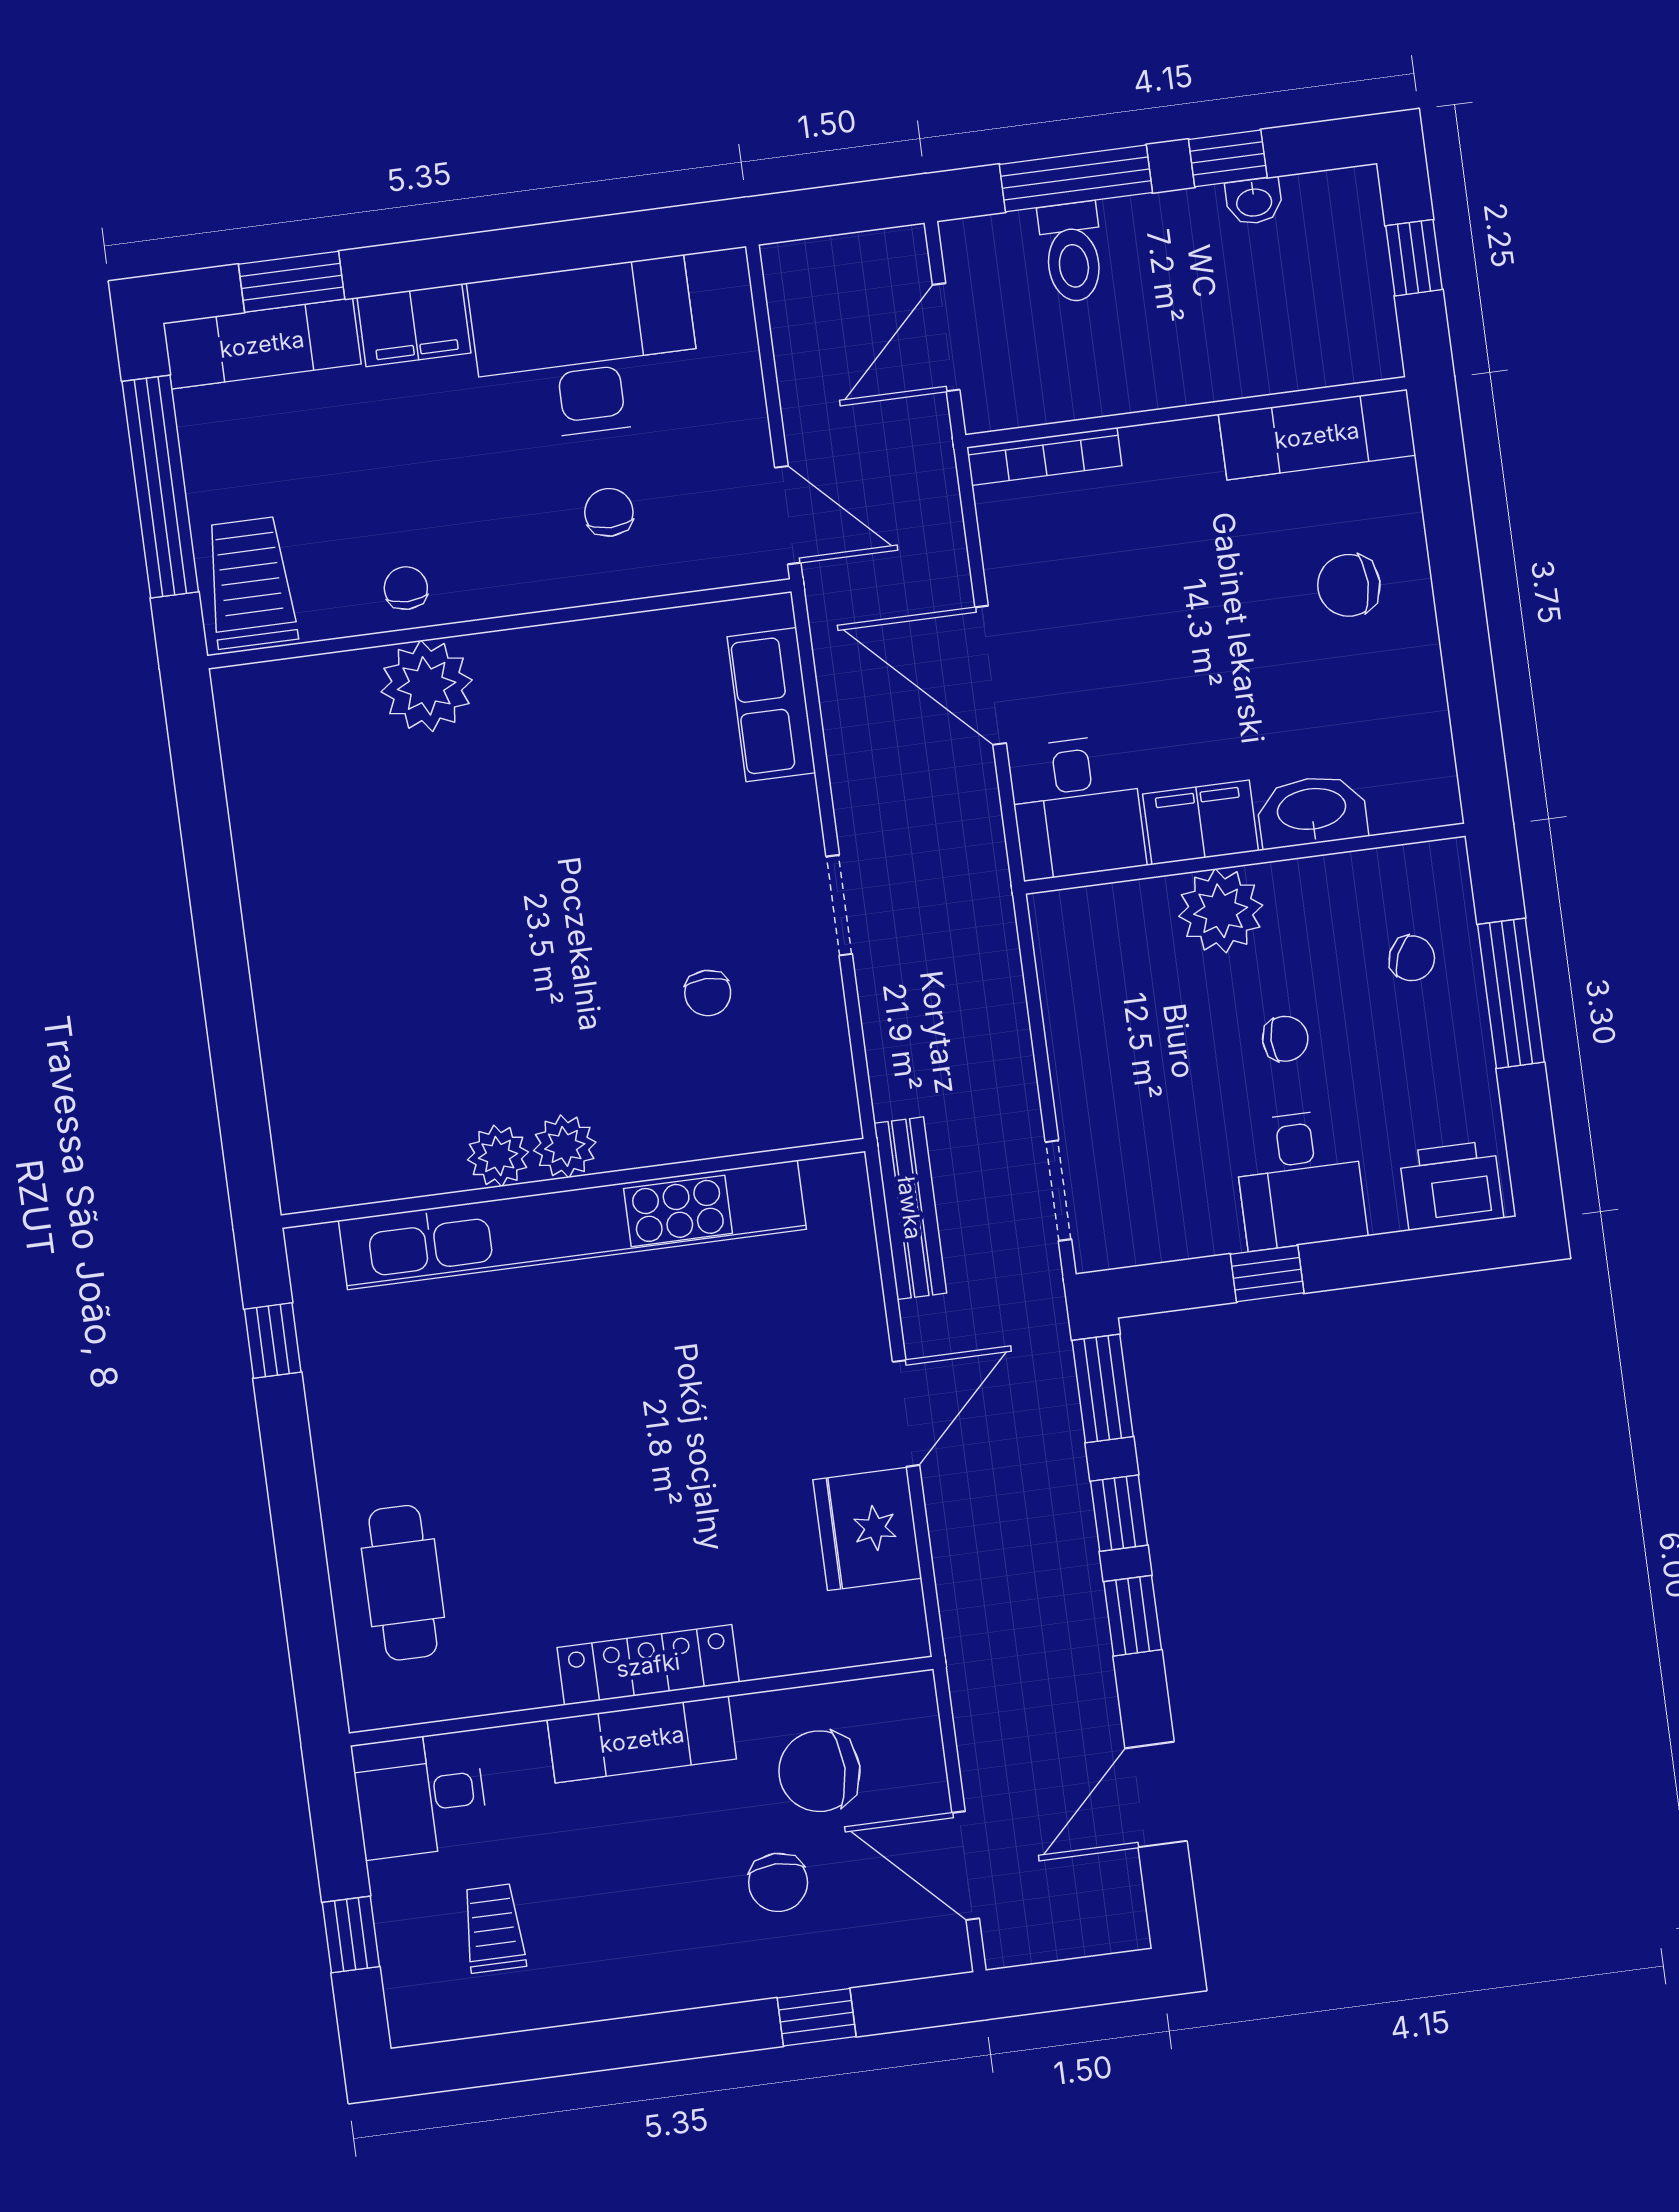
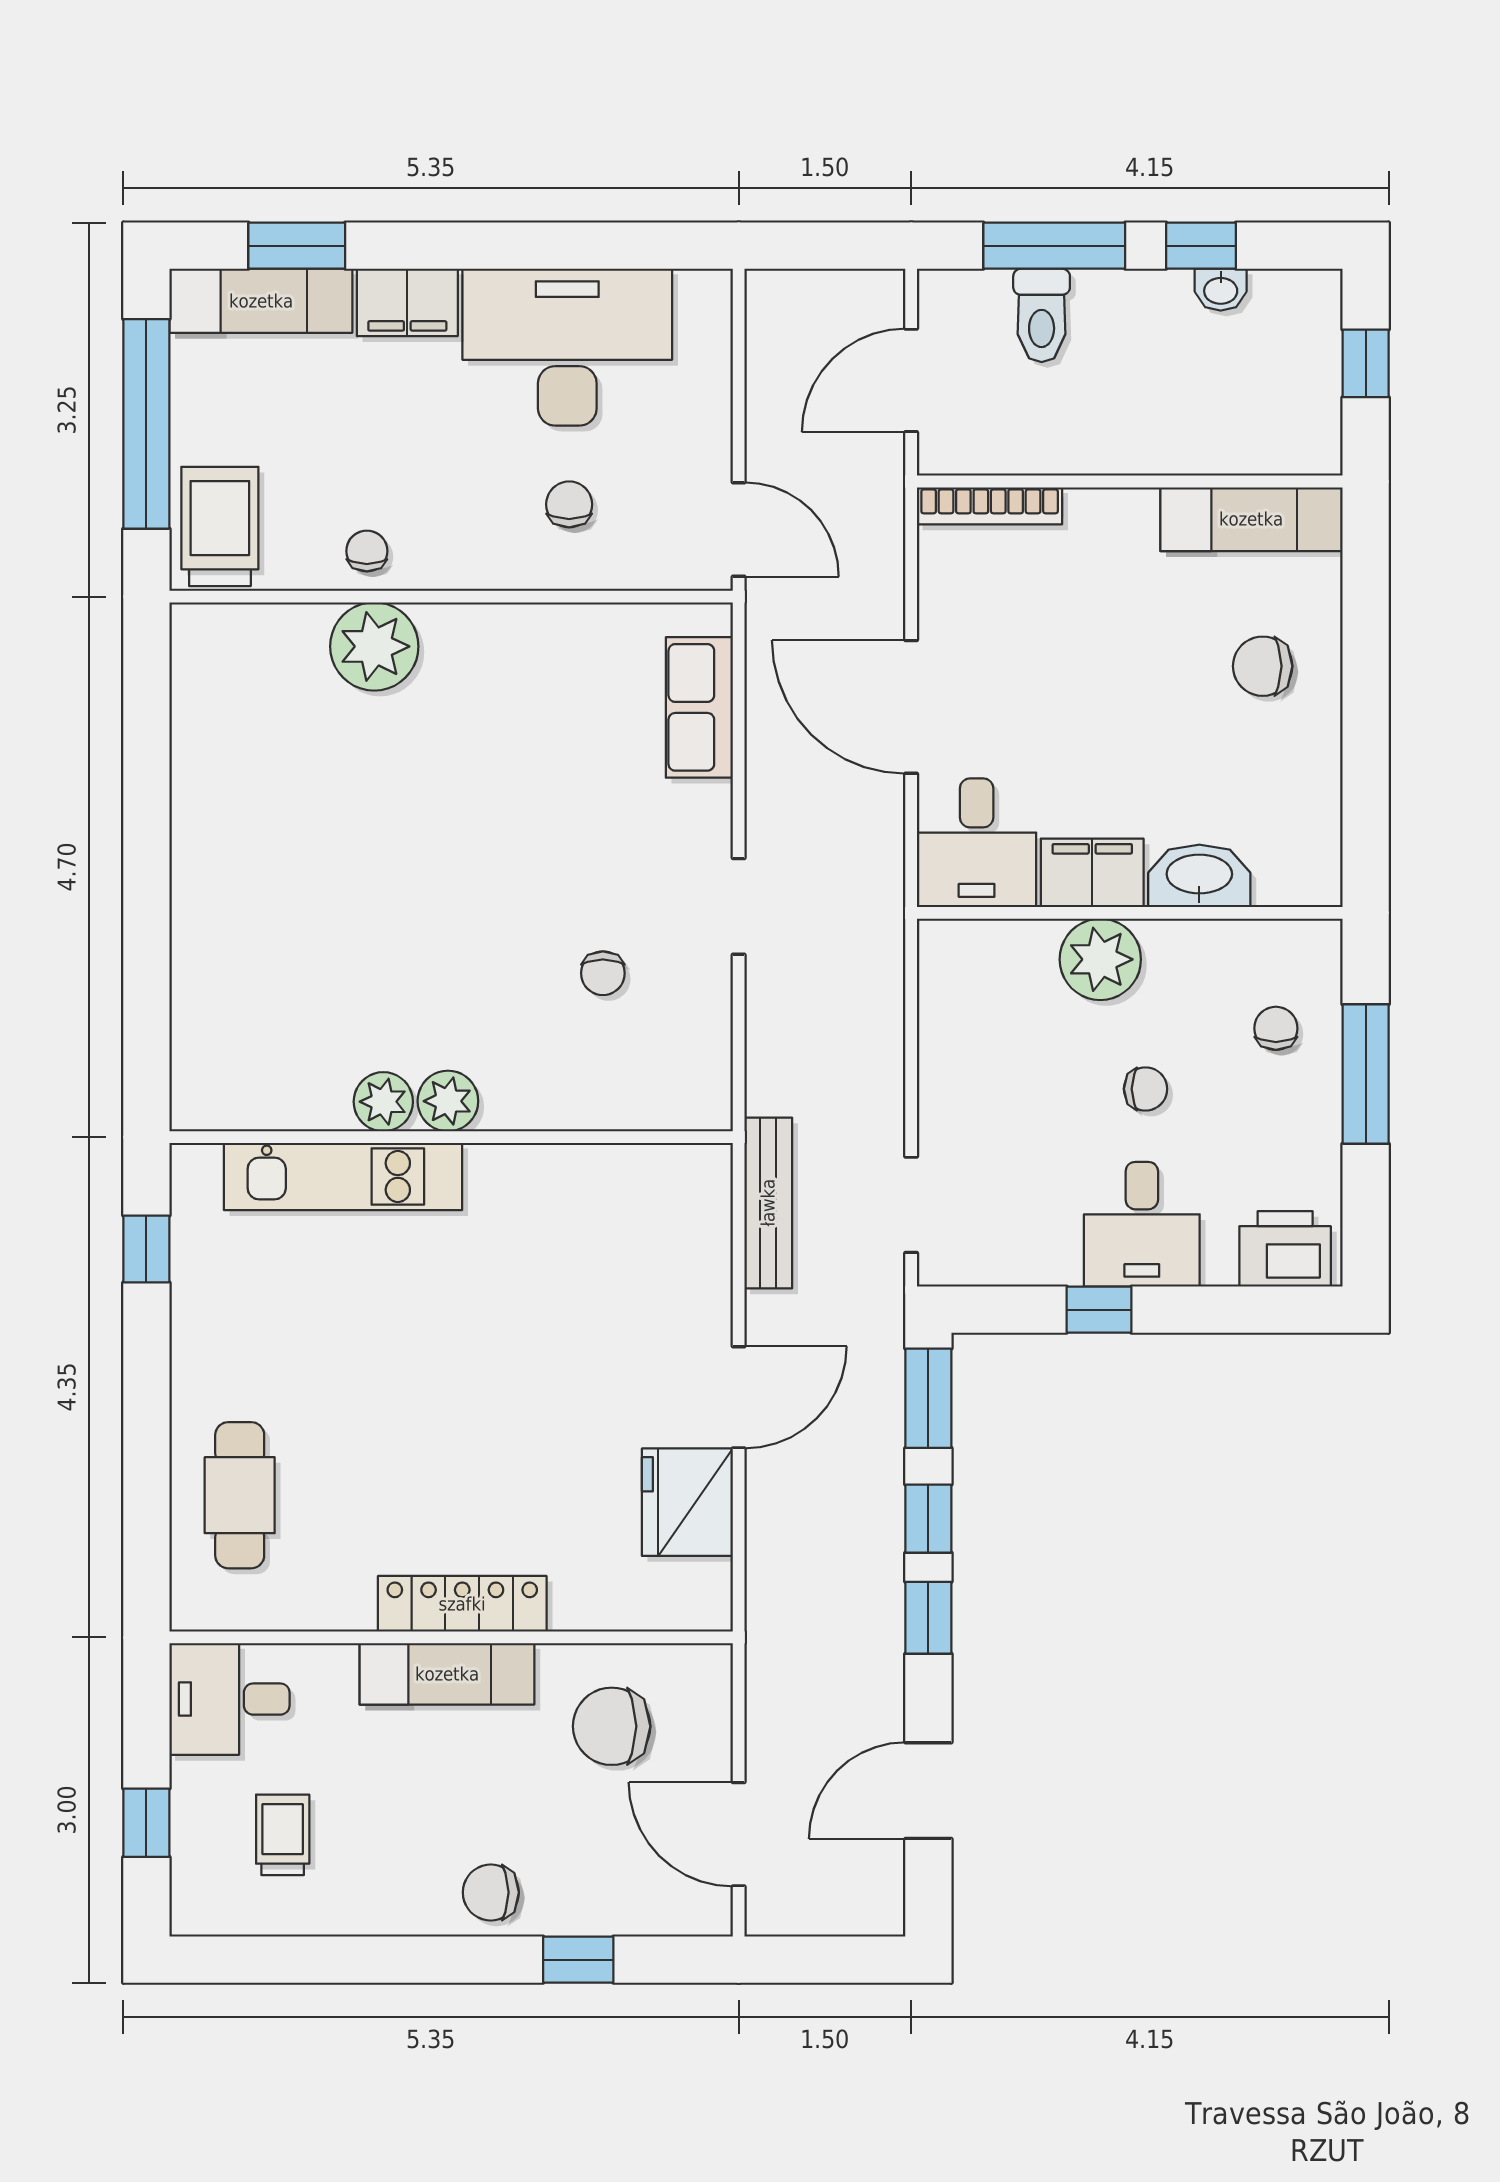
chair: (1412, 958) -> (1276, 1028), turned -114
kitchen unit: (572, 1225) -> (343, 1176), width x0.54
chair: (778, 1882) -> (491, 1892), moved, turned 90

